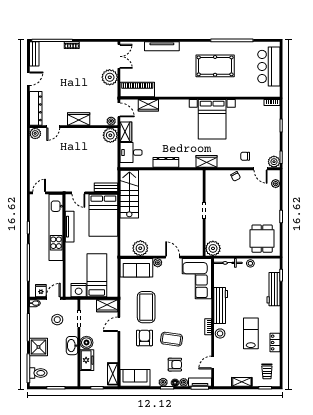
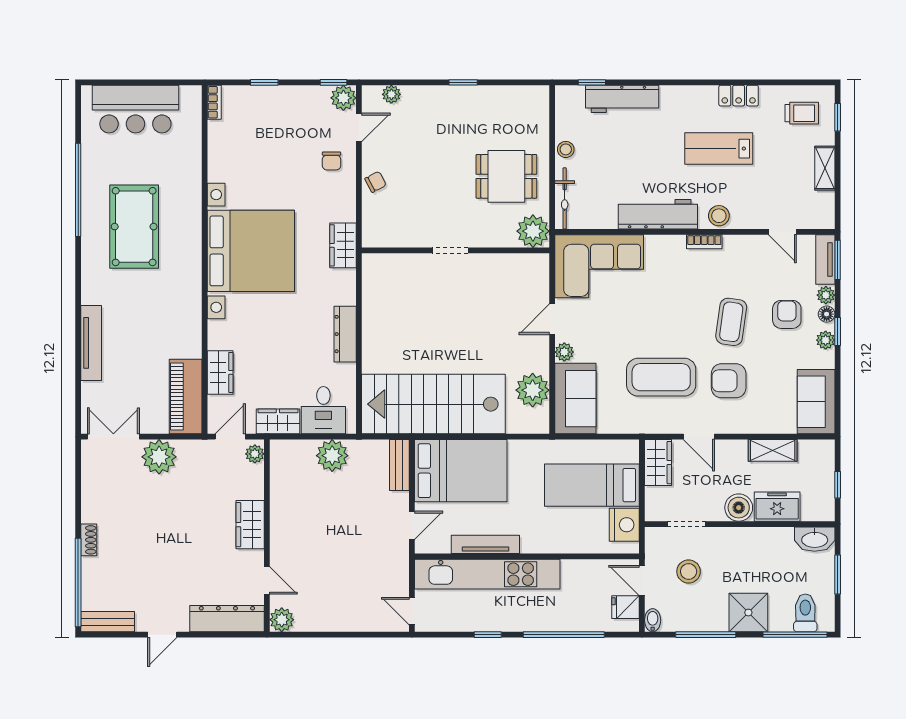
door: (28, 79) -> (162, 635), swing flipped
bed with nightstands: (212, 119) -> (251, 251), width x1.36
plant: (110, 135) -> (332, 456), moved
stairs: (129, 194) -> (433, 404), width x1.36, depth x1.51
dining table: (262, 239) -> (506, 176), moved
washbasin: (72, 346) -> (815, 539), moved
shelving: (113, 374) -> (773, 450), moved

